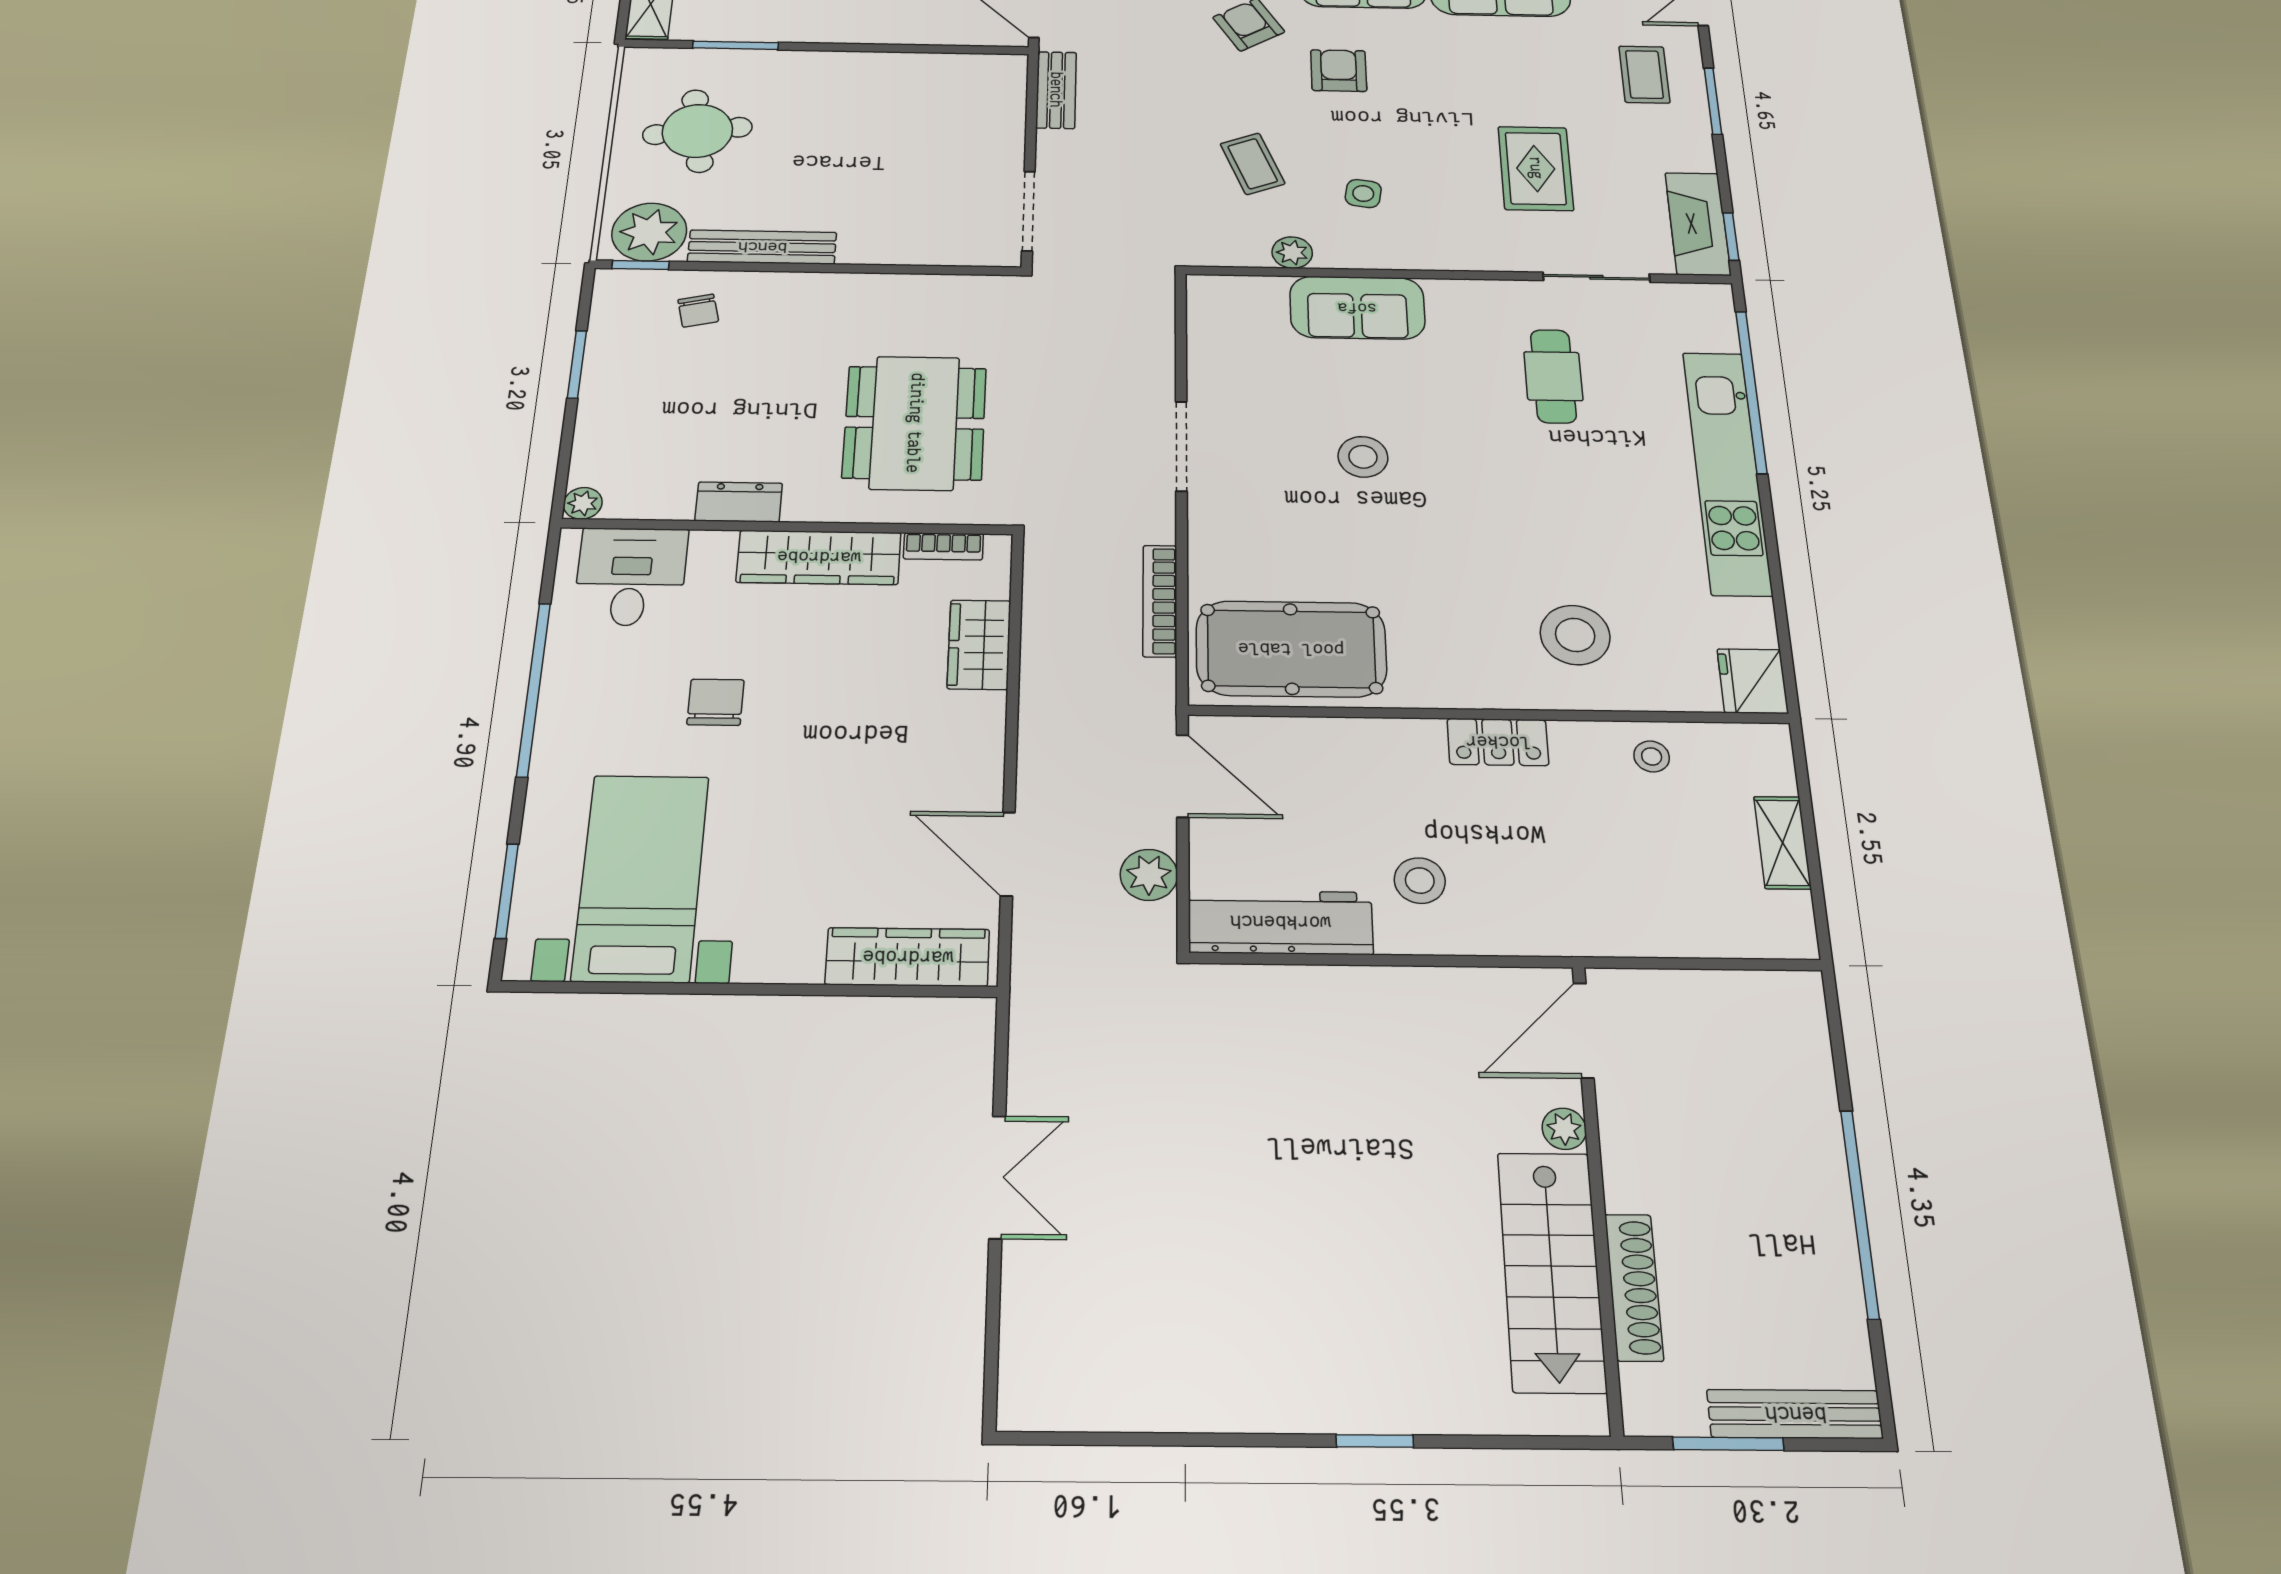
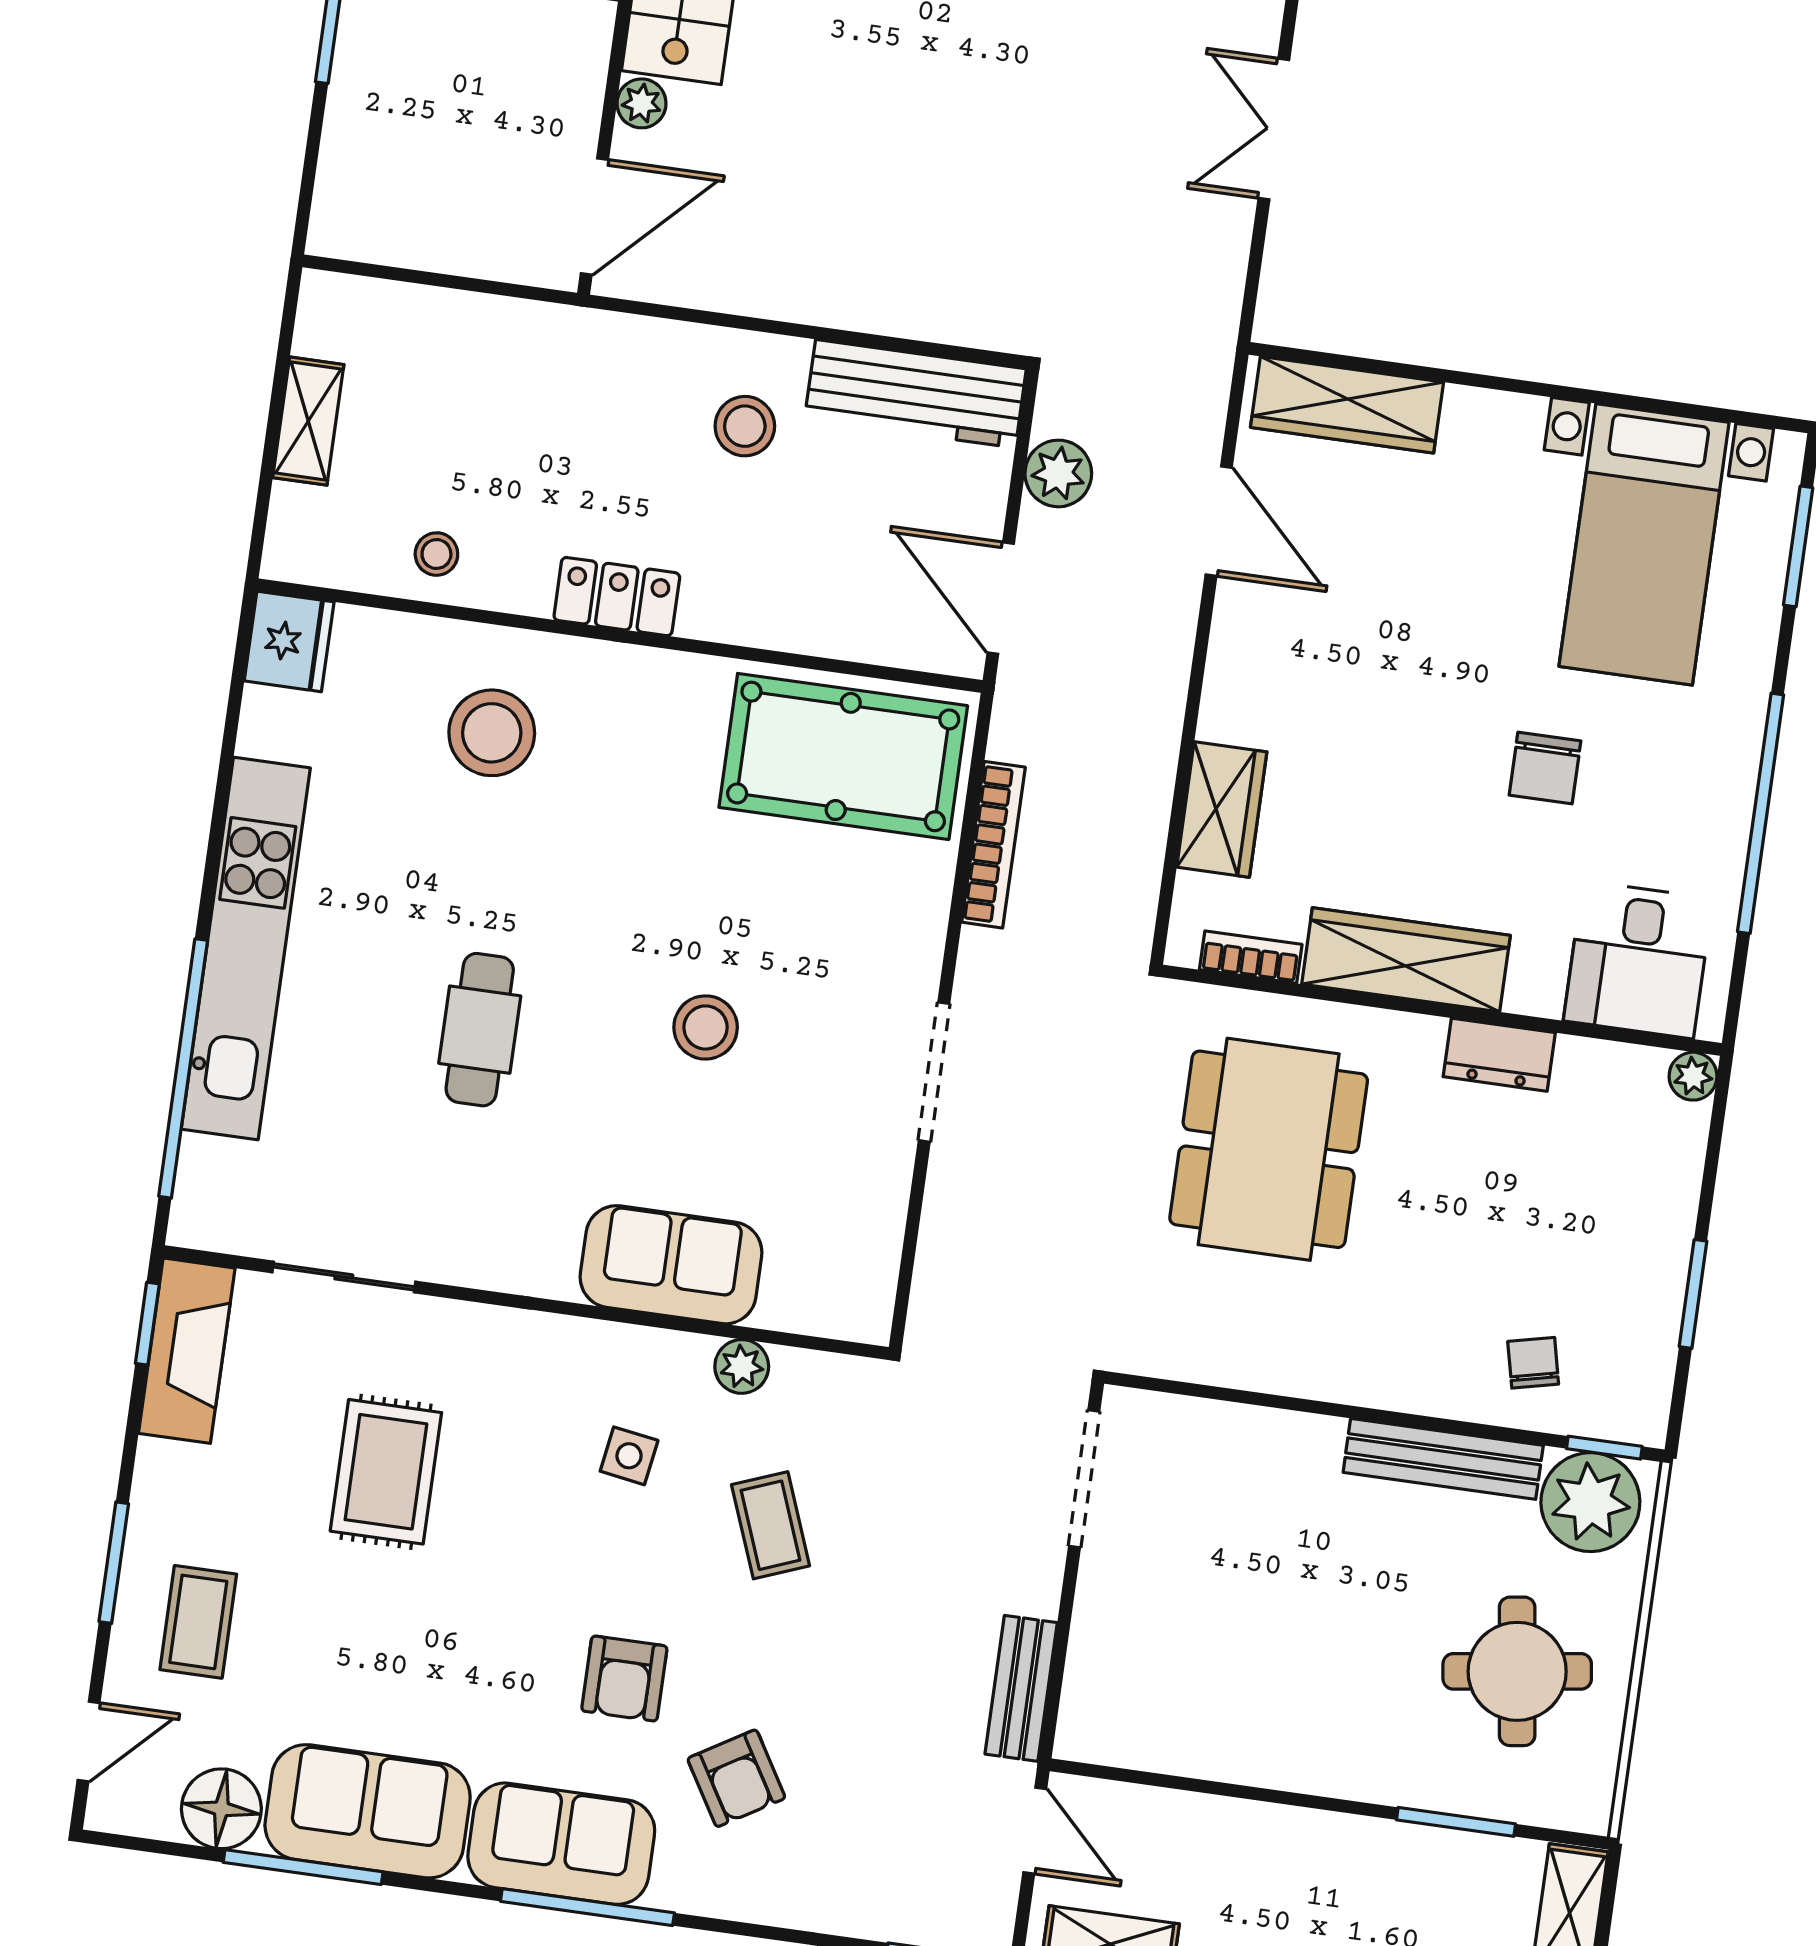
cafe table: (1553, 376) -> (480, 1030), moved

